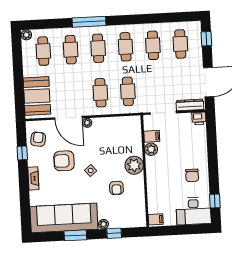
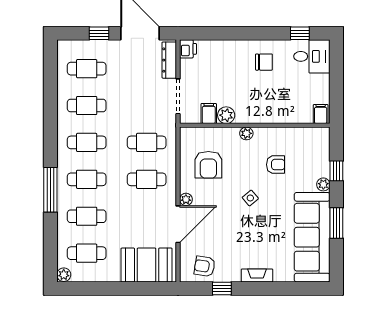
window: (206, 39) -> (99, 33), moved
armchair: (64, 161) -> (208, 165), moved
plant: (134, 165) -> (246, 133), width x0.53, depth x0.53
desk: (194, 211) -> (312, 56), width x0.73

